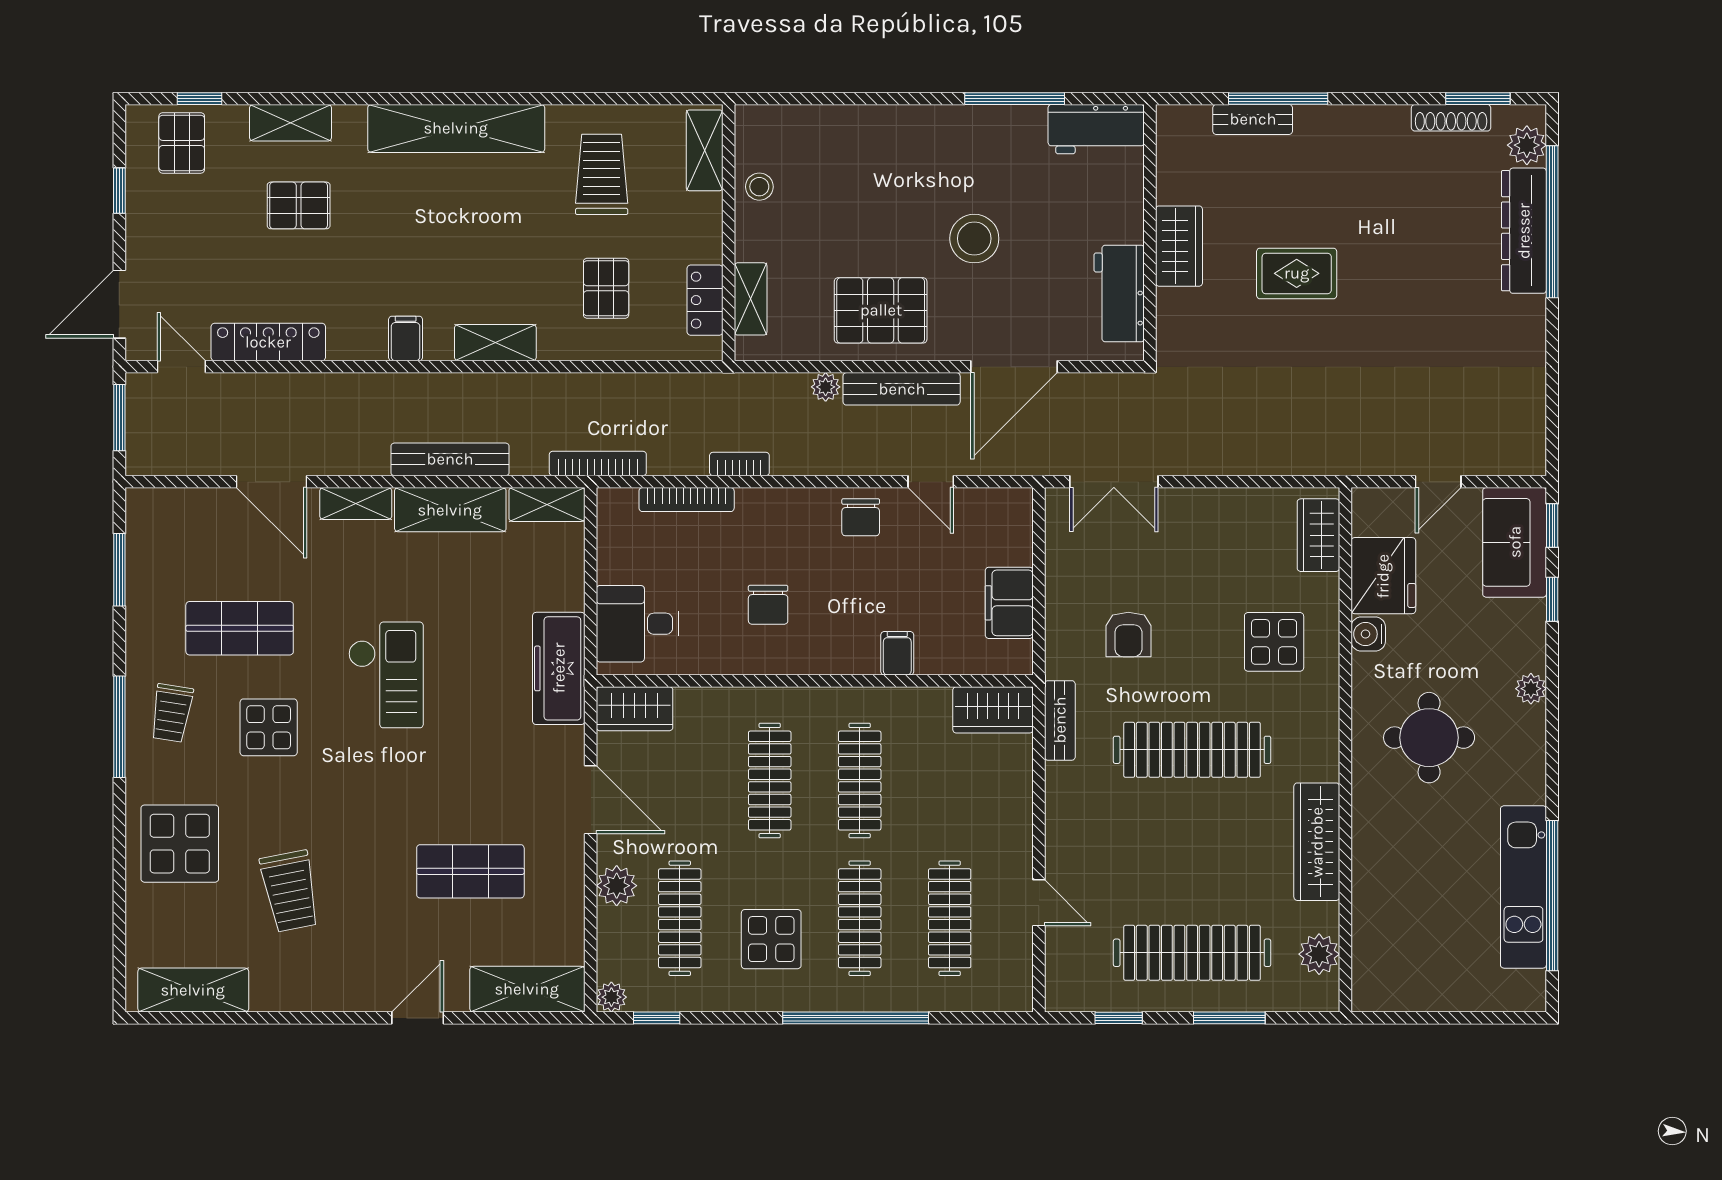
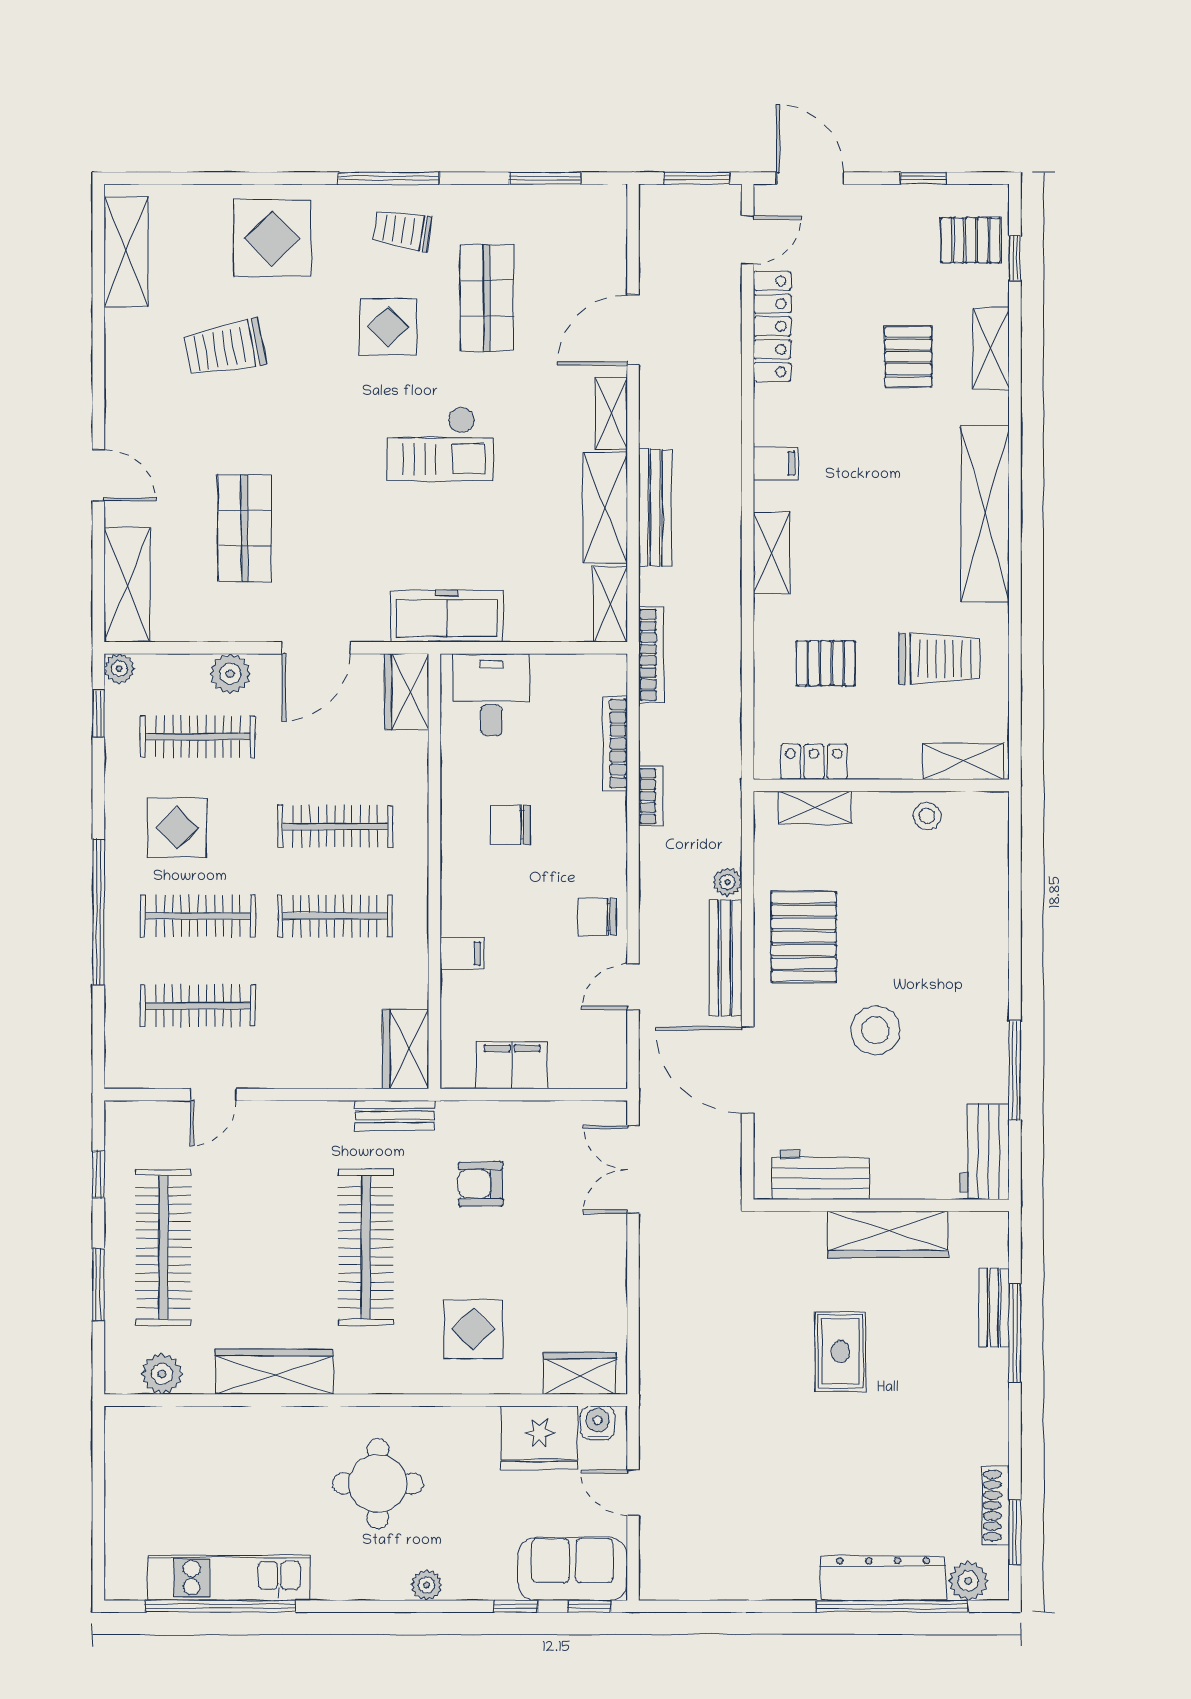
wardrobe: (1179, 246) -> (888, 1234), width x1.50
water cooler: (1368, 634) -> (598, 1423), moved

